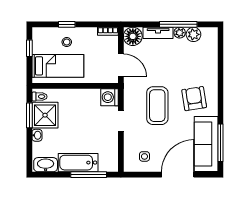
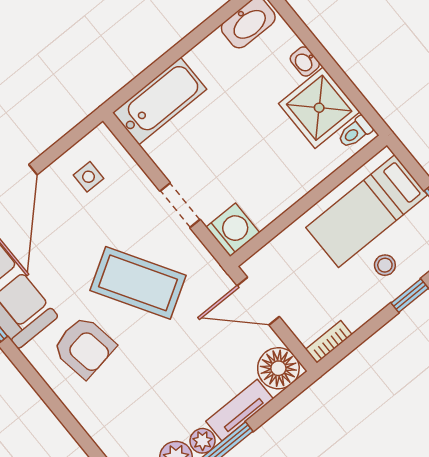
coffee table: (157, 106) -> (138, 283), turned -31
window: (29, 115) -> (346, 85), removed
bathtub: (78, 163) -> (160, 101), moved
window: (89, 175) -> (160, 66), removed

